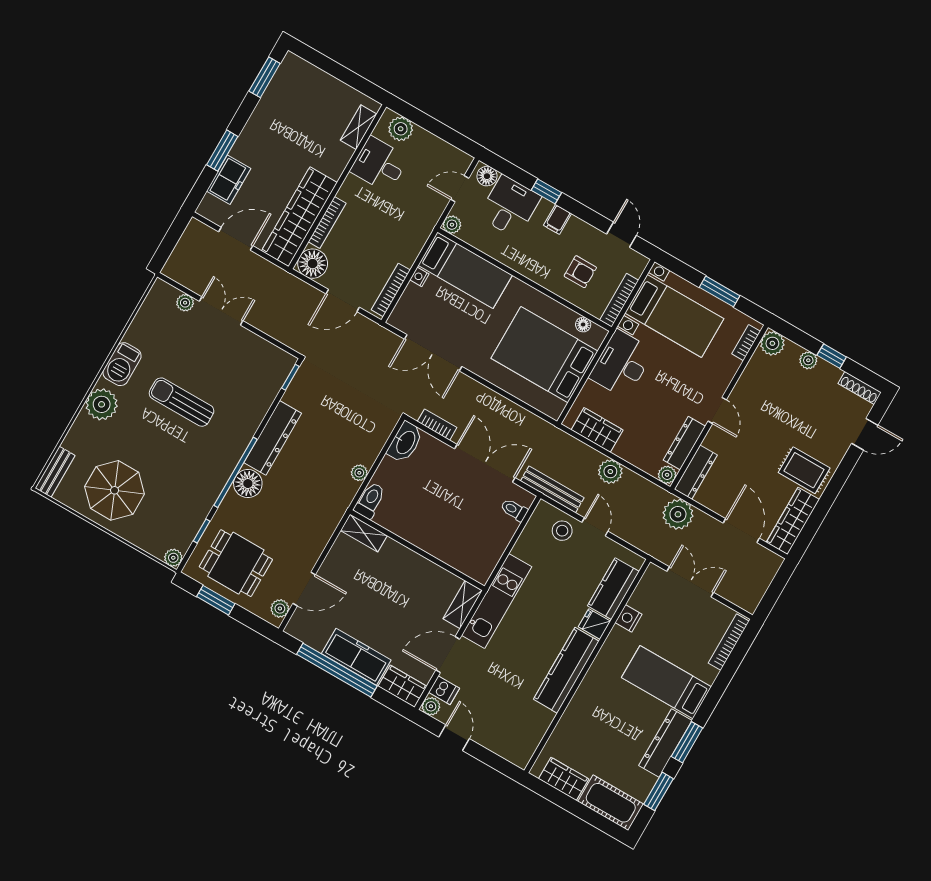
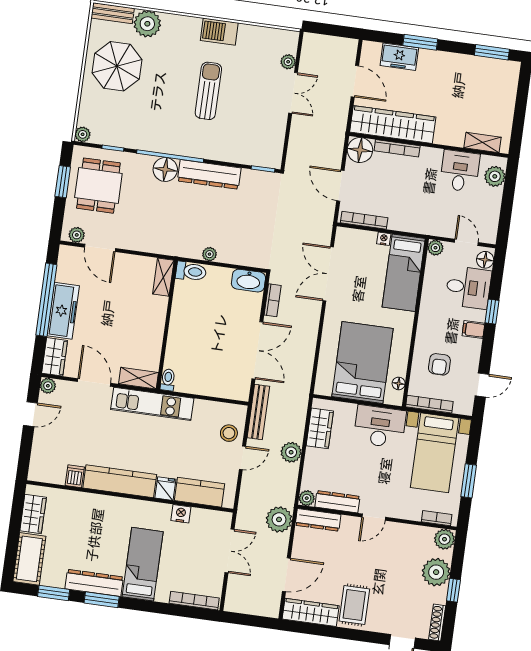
plant: (808, 360) -> (436, 572), width x1.88, depth x1.88
plant: (102, 404) -> (147, 24), moved
toilet: (514, 510) -> (168, 380), moved
dishwasher: (444, 690) -> (75, 476), moved, turned 180

